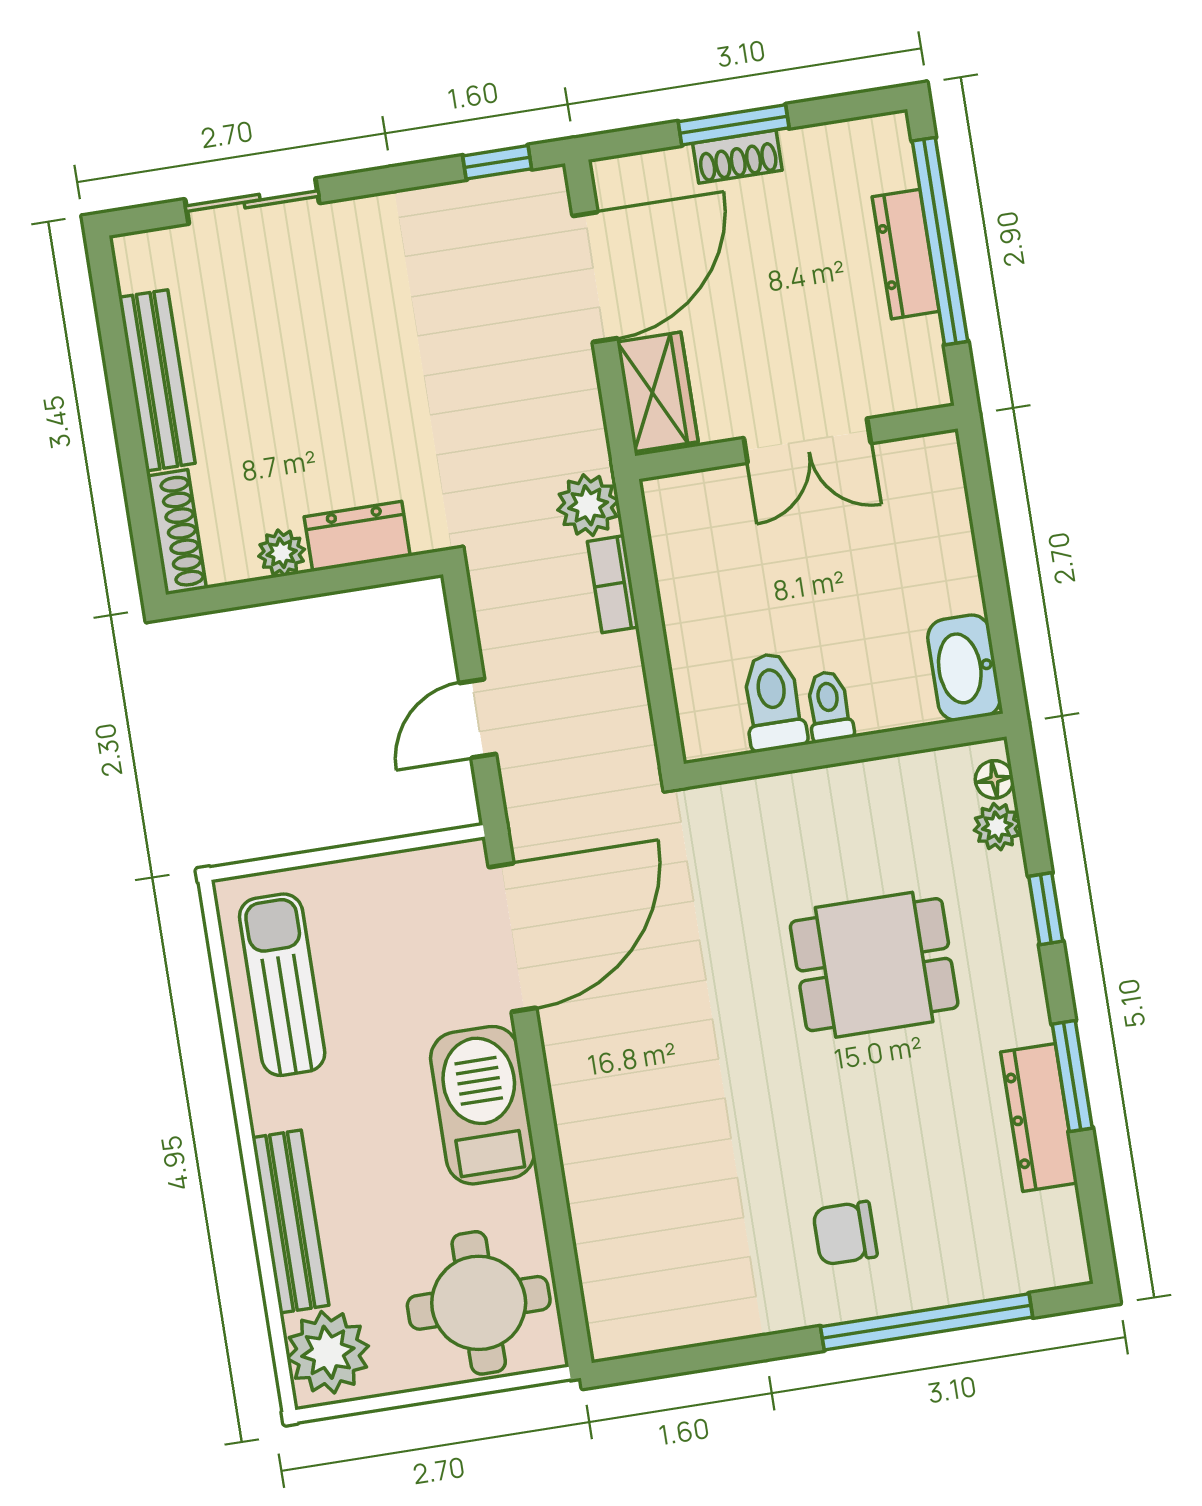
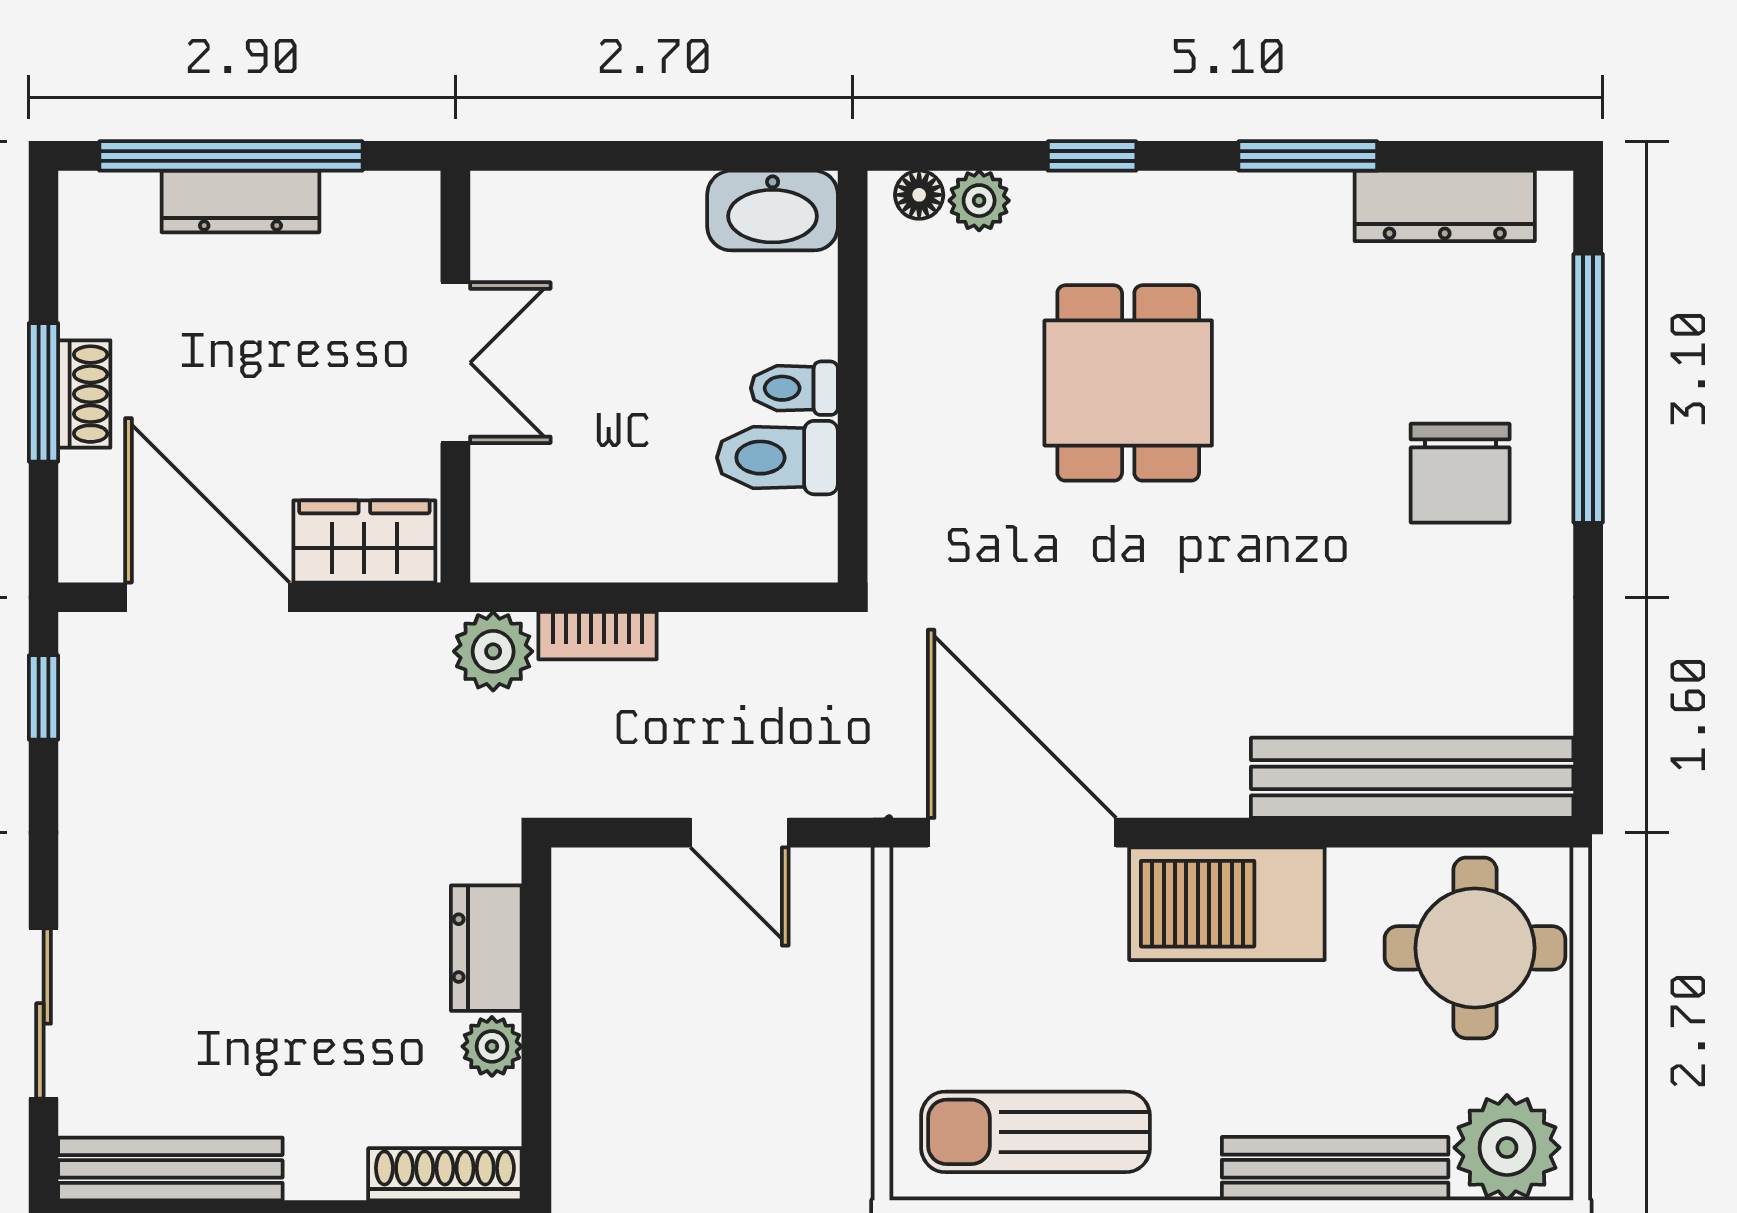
bench: (157, 380) -> (170, 1169), moved
dresser: (1039, 1117) -> (1445, 206), moved
bench: (603, 1233) -> (1412, 778), added
chair: (845, 1233) -> (1460, 473), width x1.37, depth x1.37

